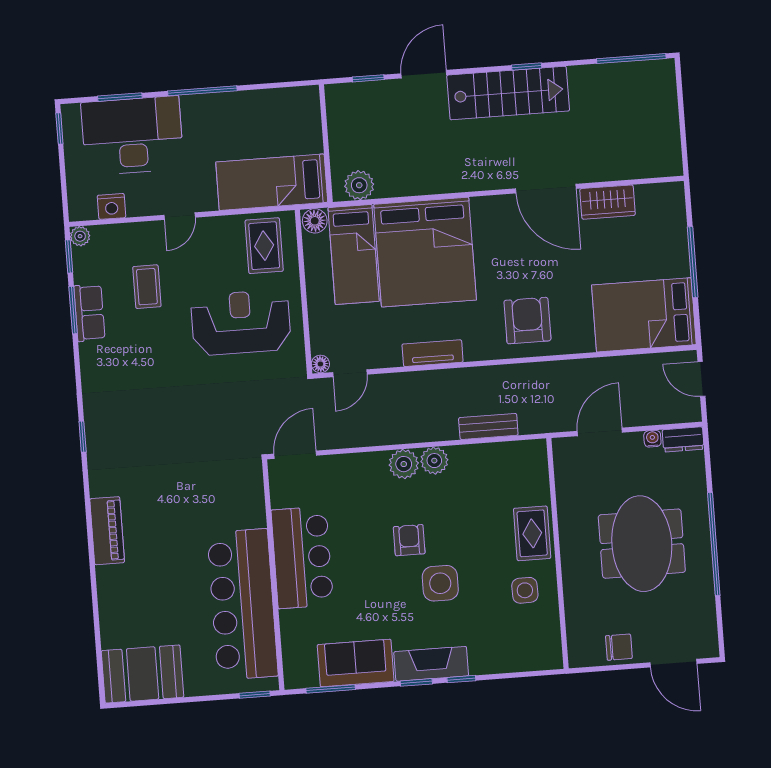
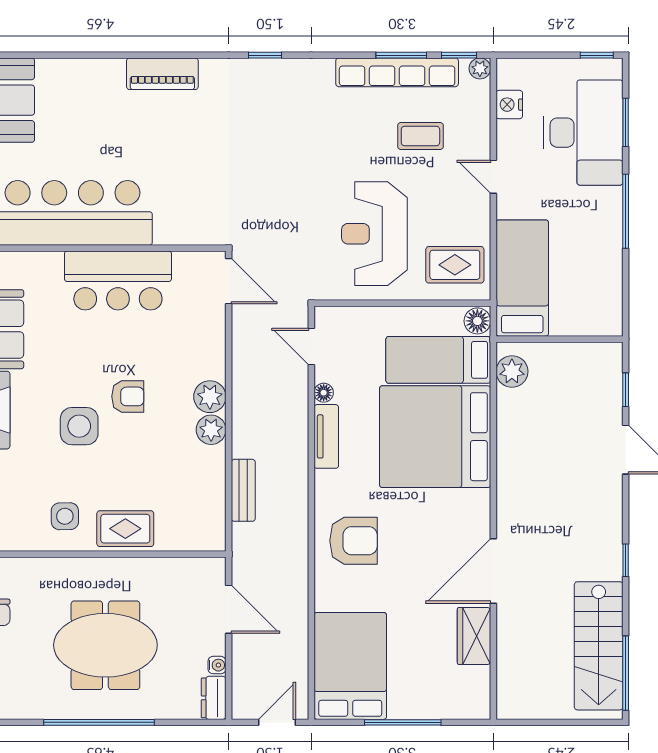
stairs: (508, 93) -> (599, 646), moved
row of seats: (89, 313) -> (397, 72), width x2.02
reception desk: (241, 323) -> (374, 234), turned 180
floor lamp: (320, 364) -> (324, 393), moved

